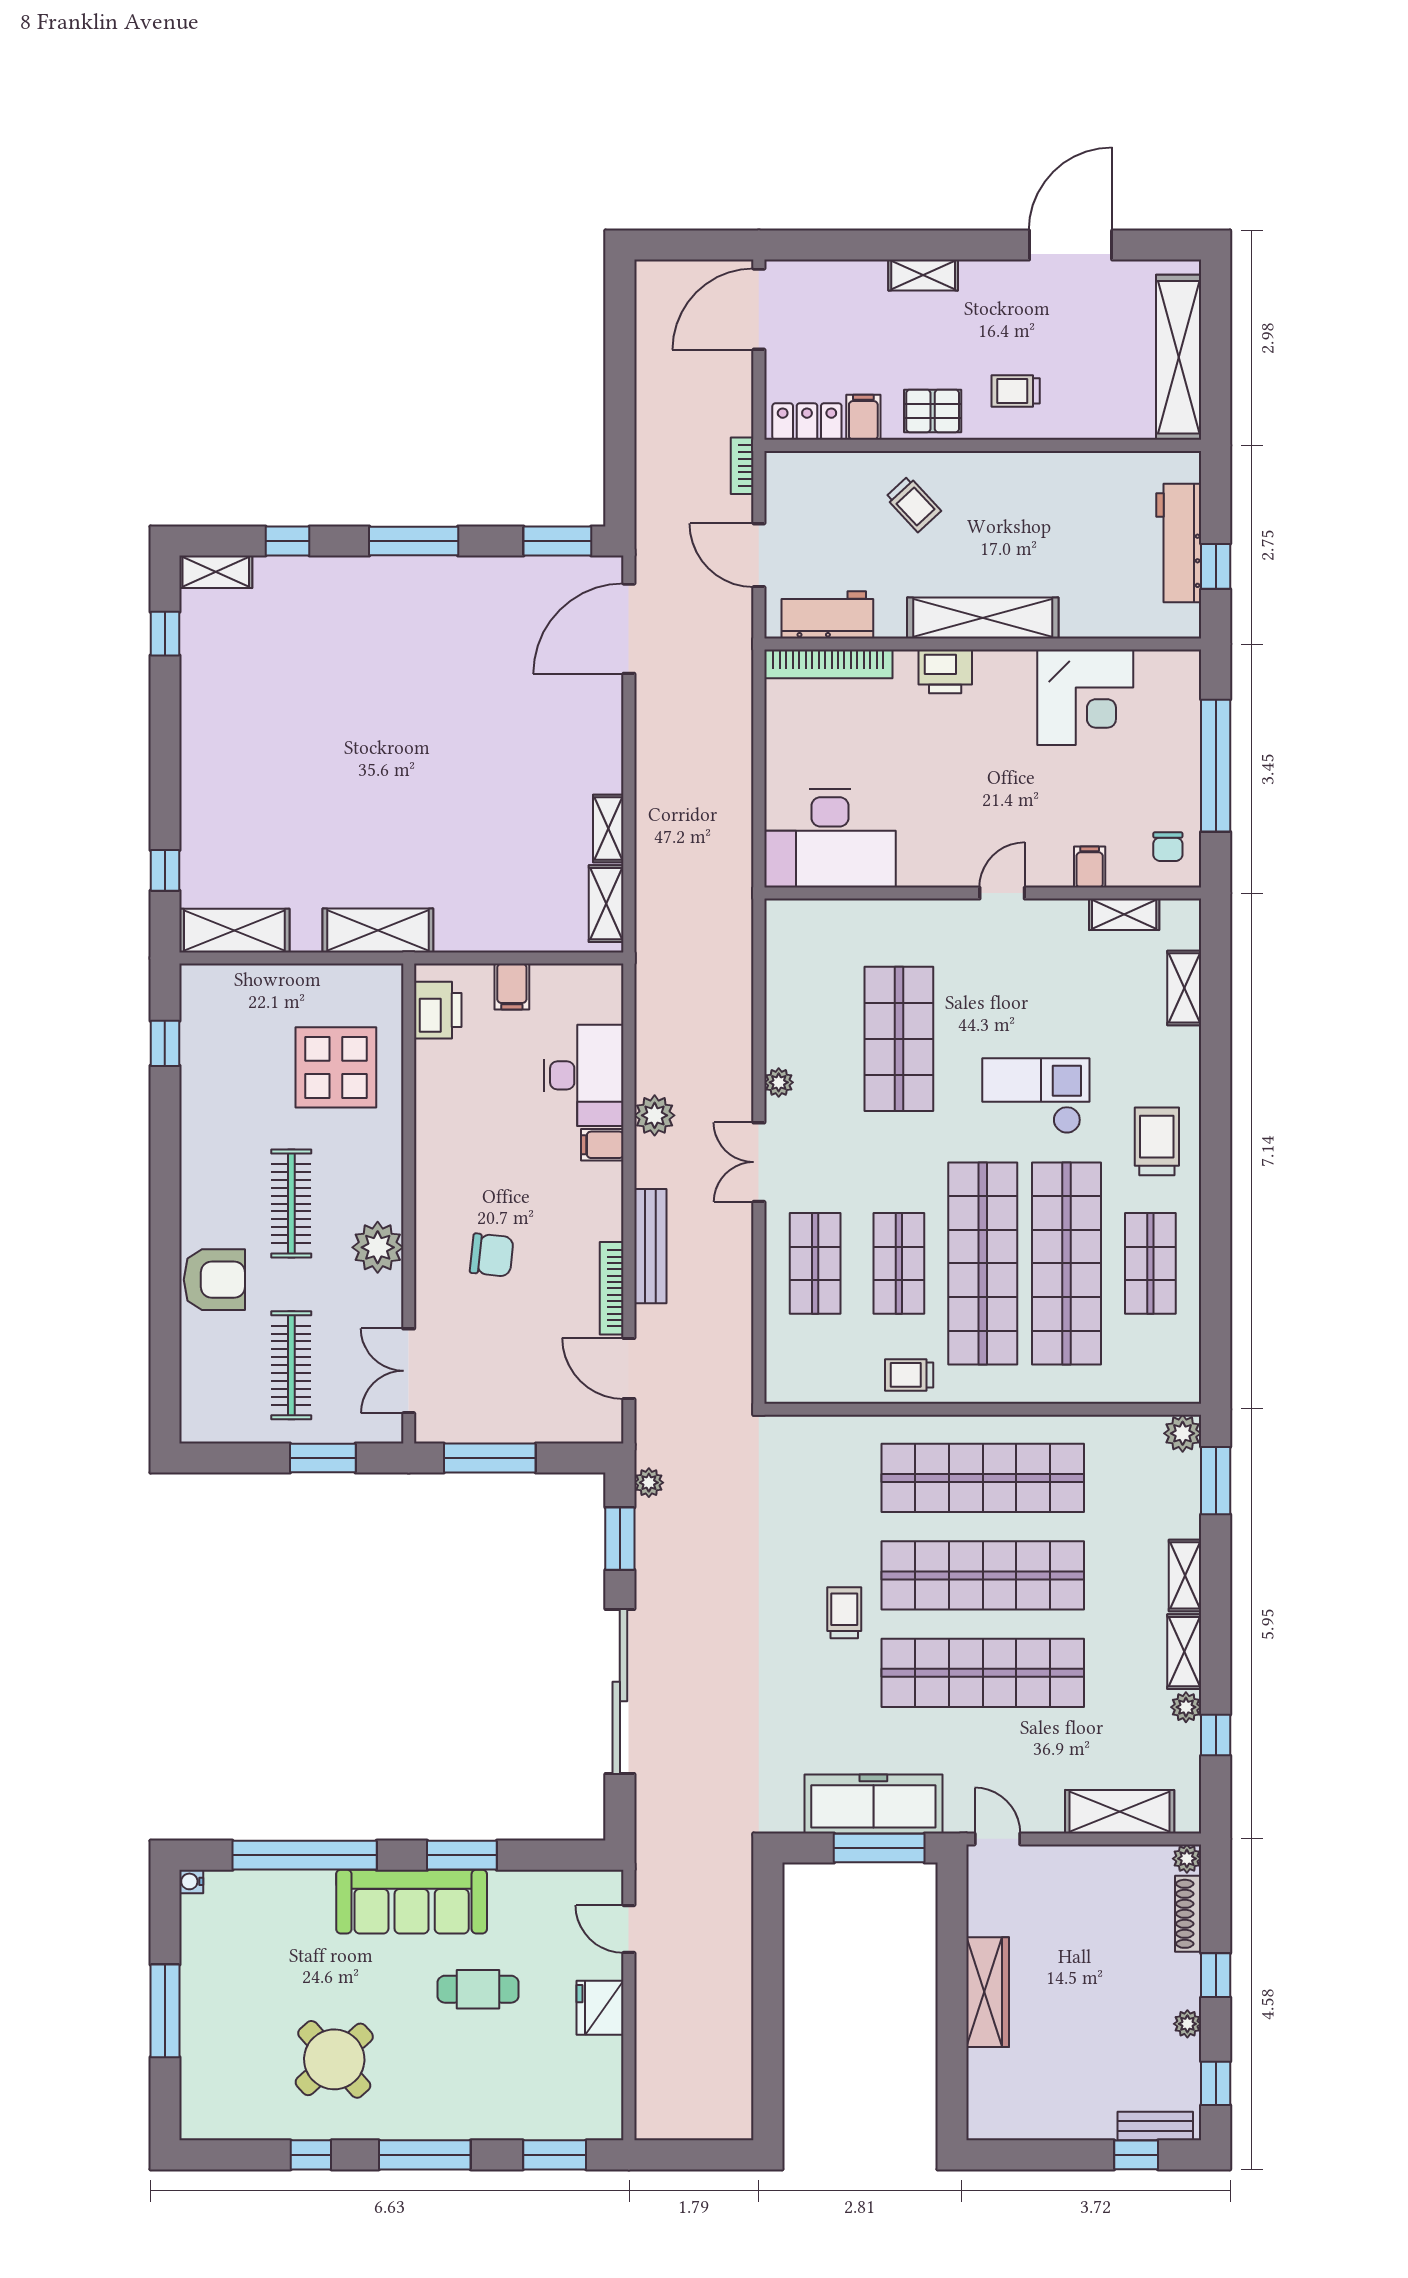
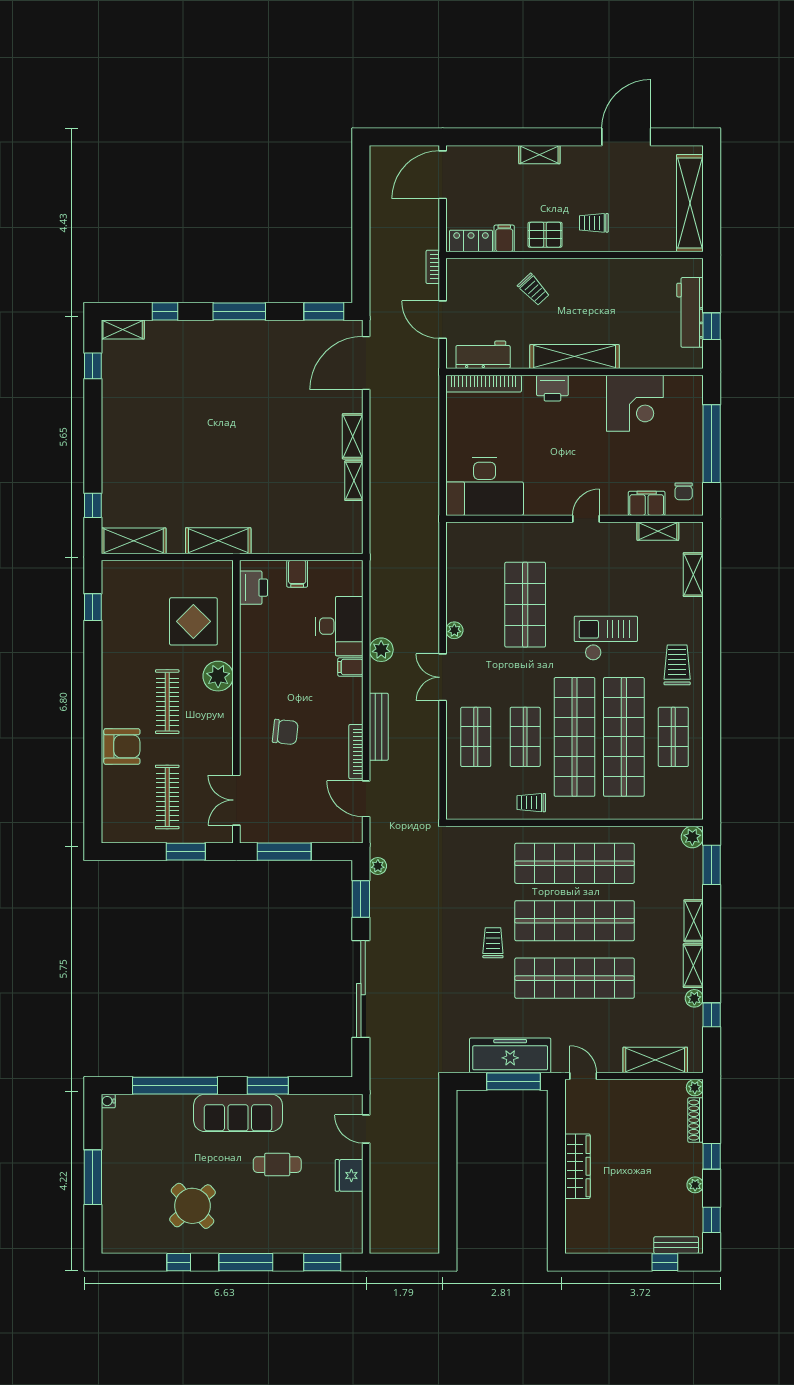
filing cabinet: (1090, 867) -> (647, 503), width x2.00
shelving: (606, 904) -> (353, 436), moved
plant: (378, 1247) -> (218, 676), moved

